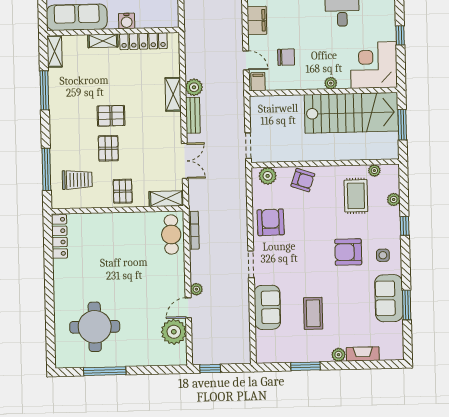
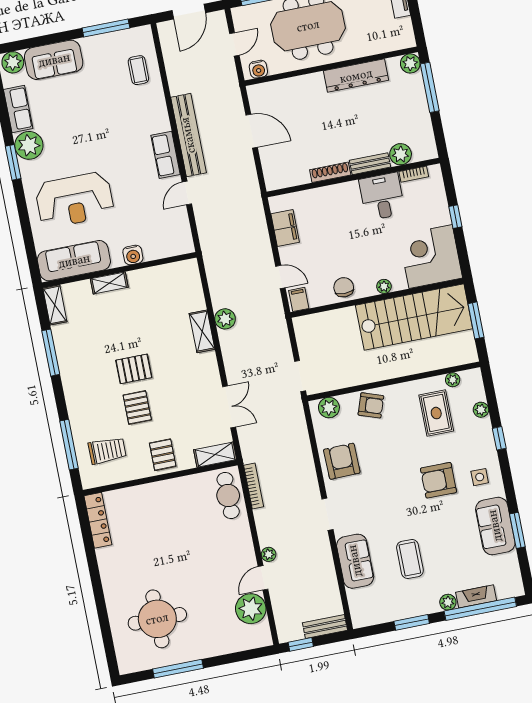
locker: (143, 41) -> (157, 275), removed
chair: (286, 57) -> (344, 287), moved, turned -90
bench: (193, 115) -> (325, 626), moved, turned 90
window: (365, 365) -> (480, 609), added

